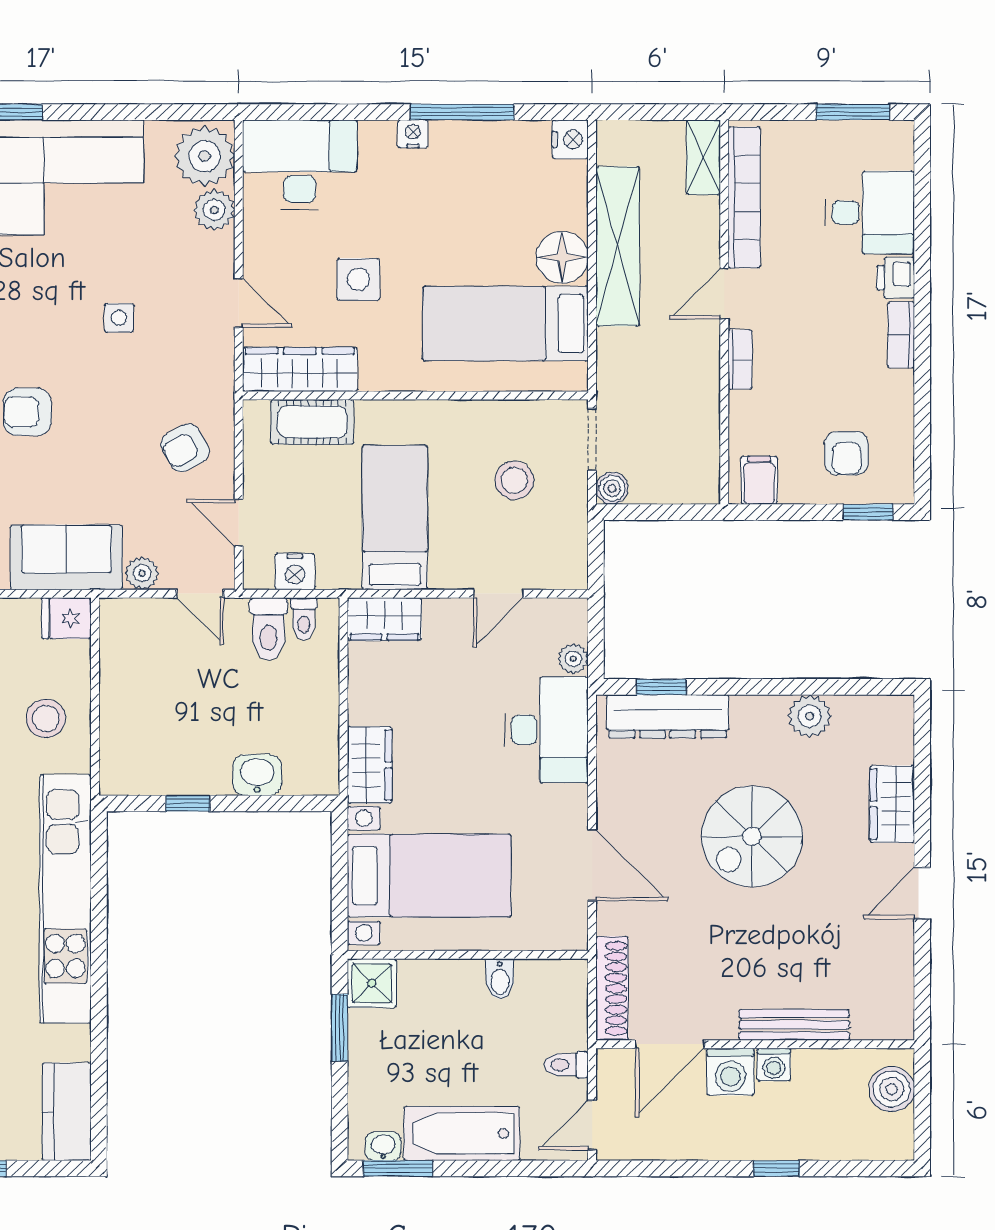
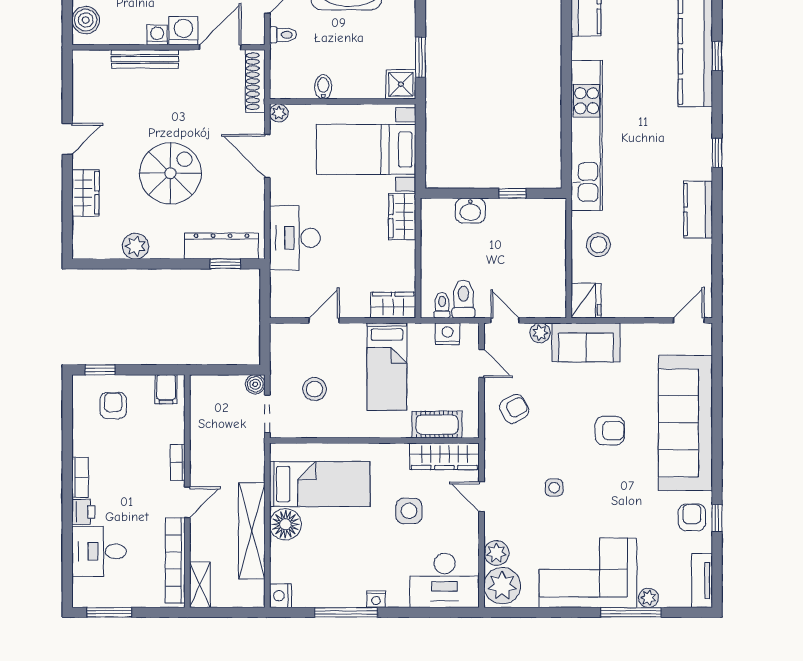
fridge: (66, 618) -> (586, 301), width x1.38
plant: (573, 659) -> (279, 113), moved

